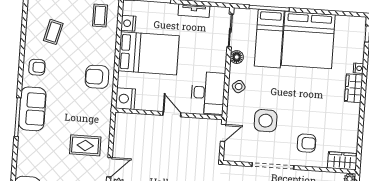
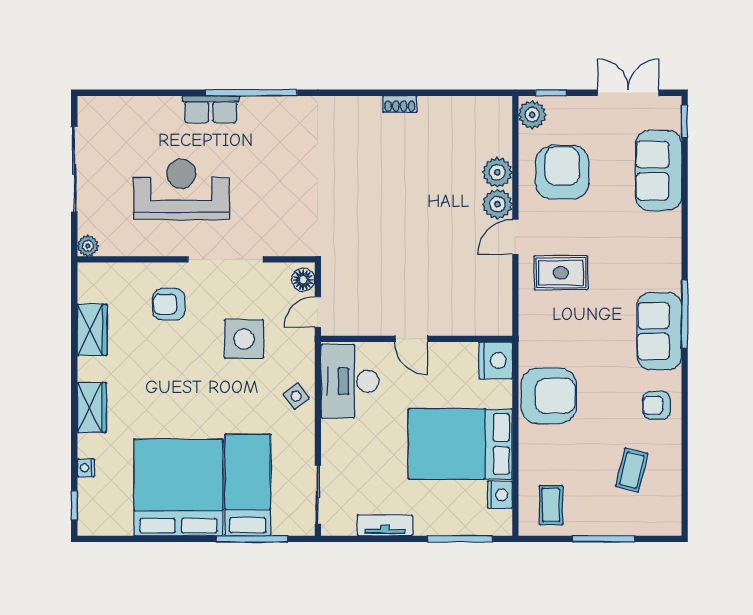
floor lamp: (237, 57) -> (303, 280), moved
nightstand: (358, 68) -> (86, 468), moved
armchair: (97, 77) -> (549, 396), width x1.36, depth x1.36
wardrobe: (342, 161) -> (92, 330), moved, turned -90

